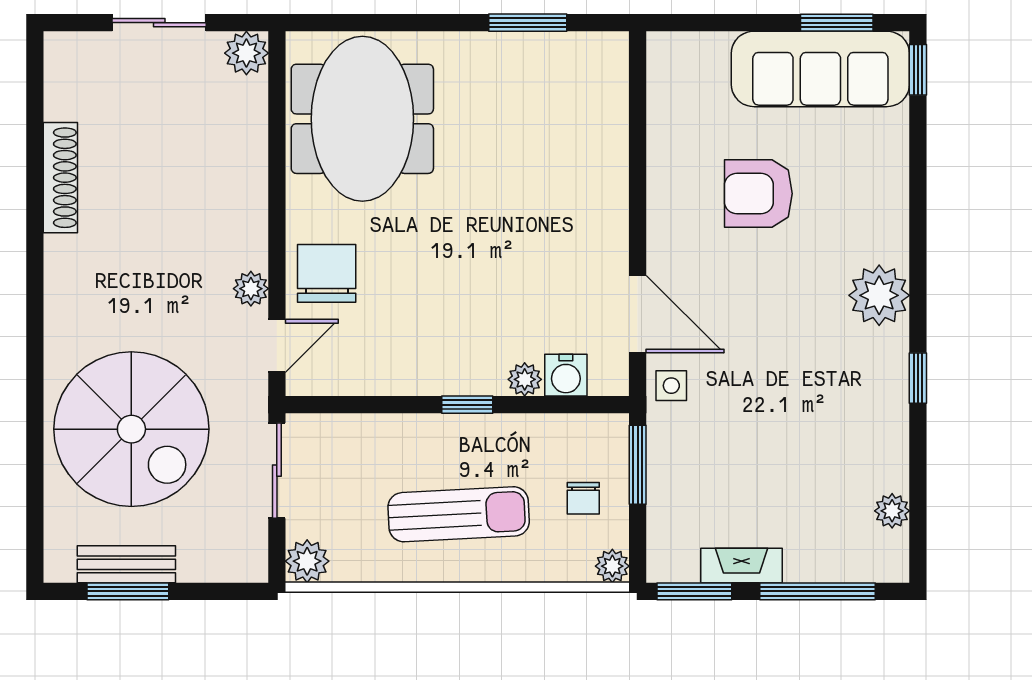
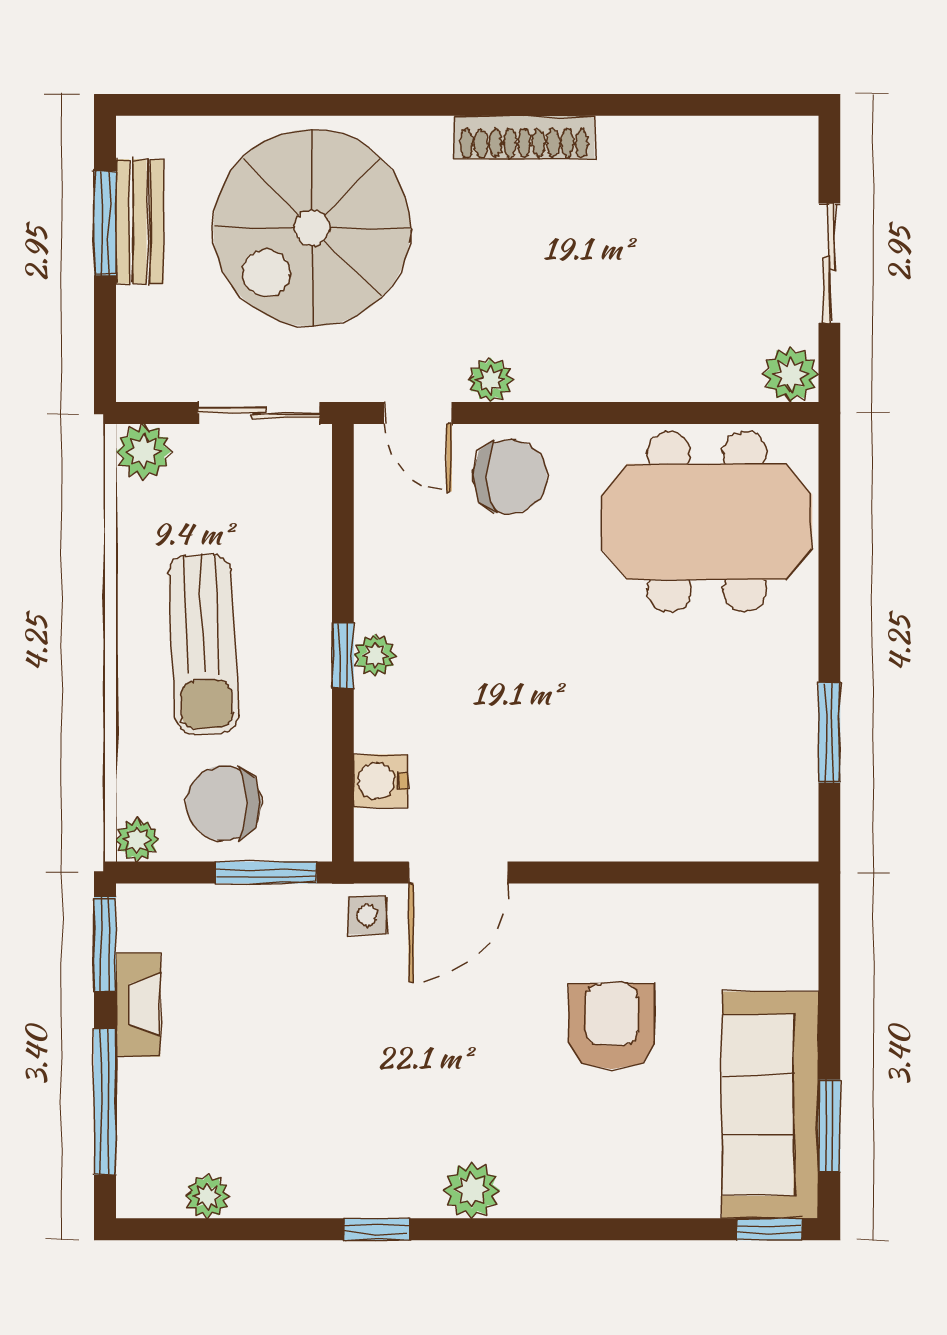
shoe rack: (60, 178) -> (524, 137), moved
plant: (879, 295) -> (472, 1190), width x0.73, depth x0.73
plant: (525, 379) -> (375, 655), moved
chair: (583, 498) -> (224, 803), width x1.87, depth x1.87

